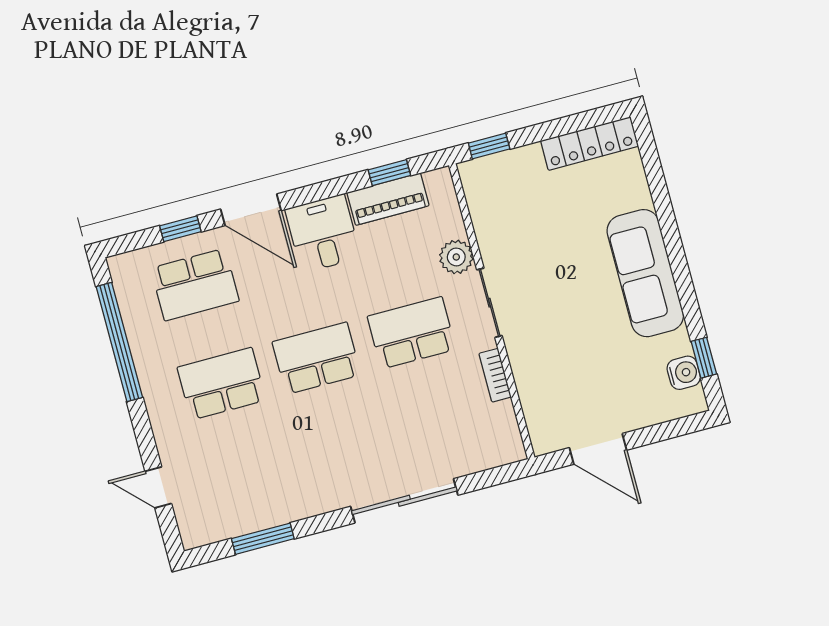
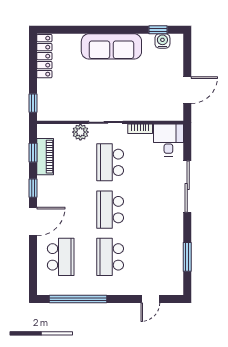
window: (180, 229) -> (33, 188), moved
desk: (323, 233) -> (168, 140), moved, turned 90

